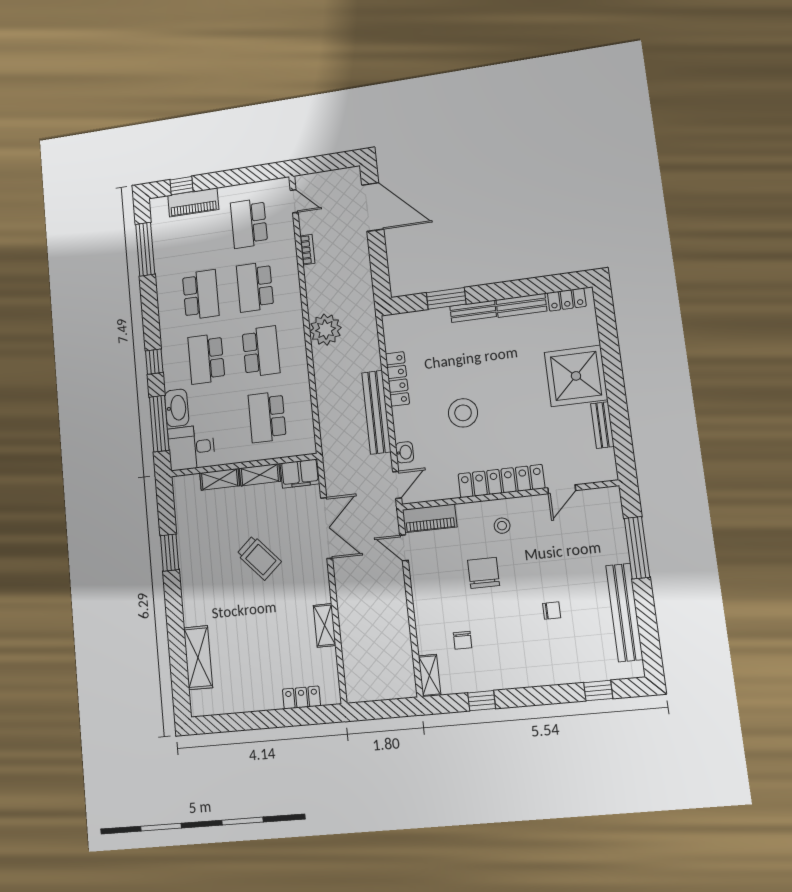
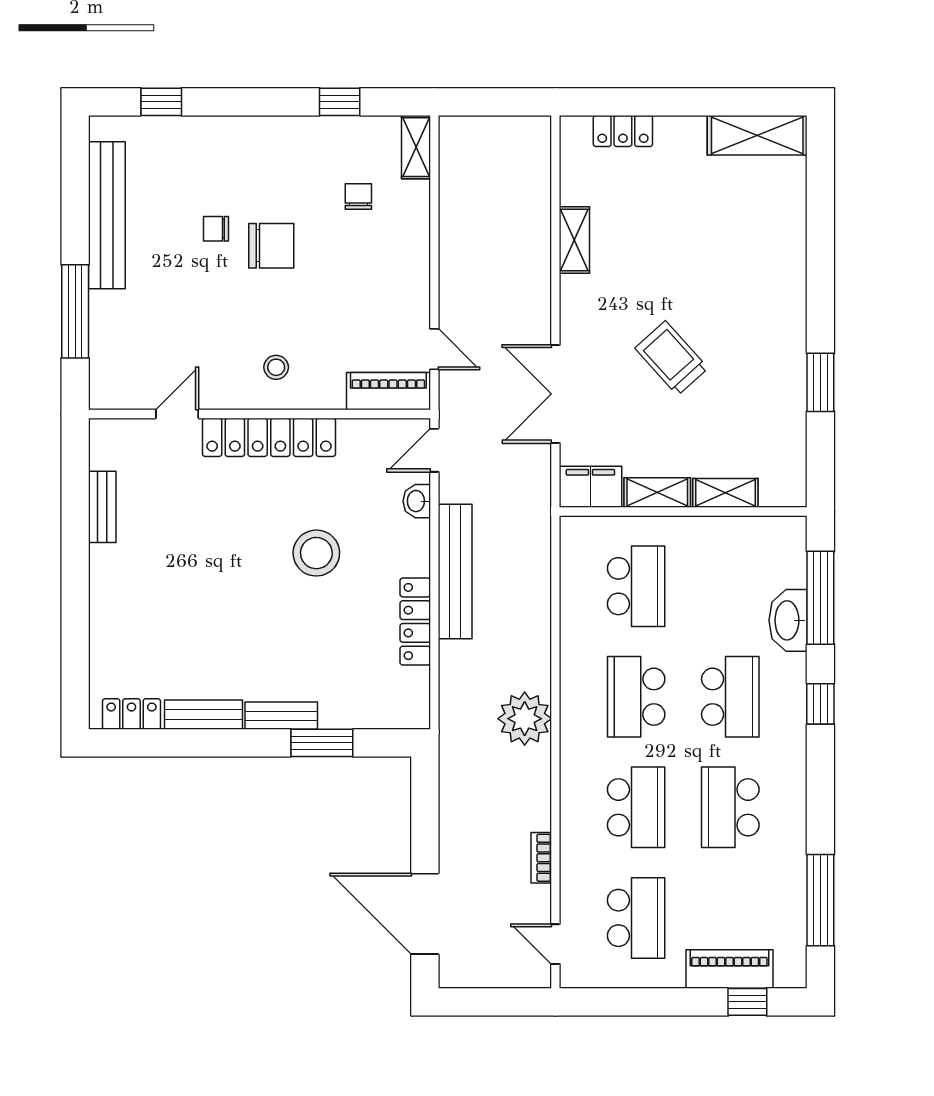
shower: (576, 376) -> (133, 590), removed
desk: (191, 447) -> (769, 551), removed
chair: (484, 573) -> (271, 246), moved, turned -90
shelving: (198, 658) -> (757, 135), moved, turned 90

